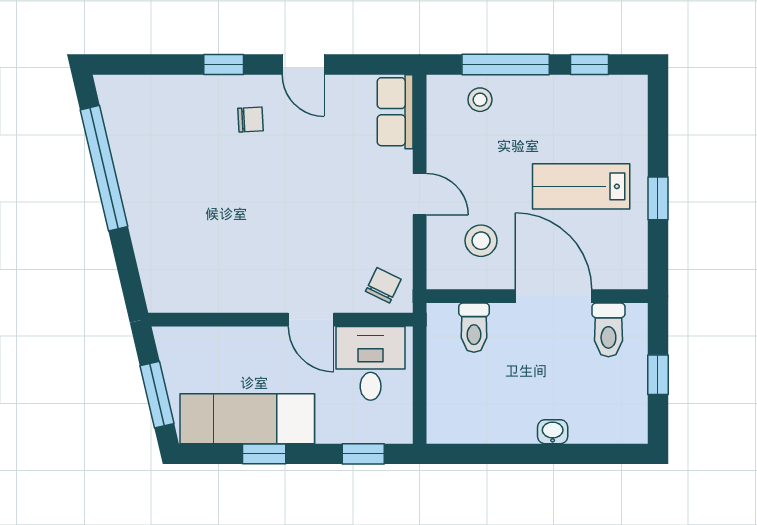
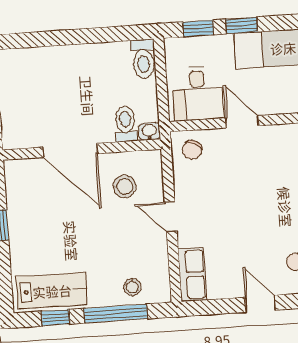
lab bench: (581, 186) -> (52, 291), moved
toilet: (608, 330) -> (143, 59), moved, turned 180
washbasin: (553, 432) -> (149, 132), moved, turned 180
window: (264, 454) -> (242, 25), moved

